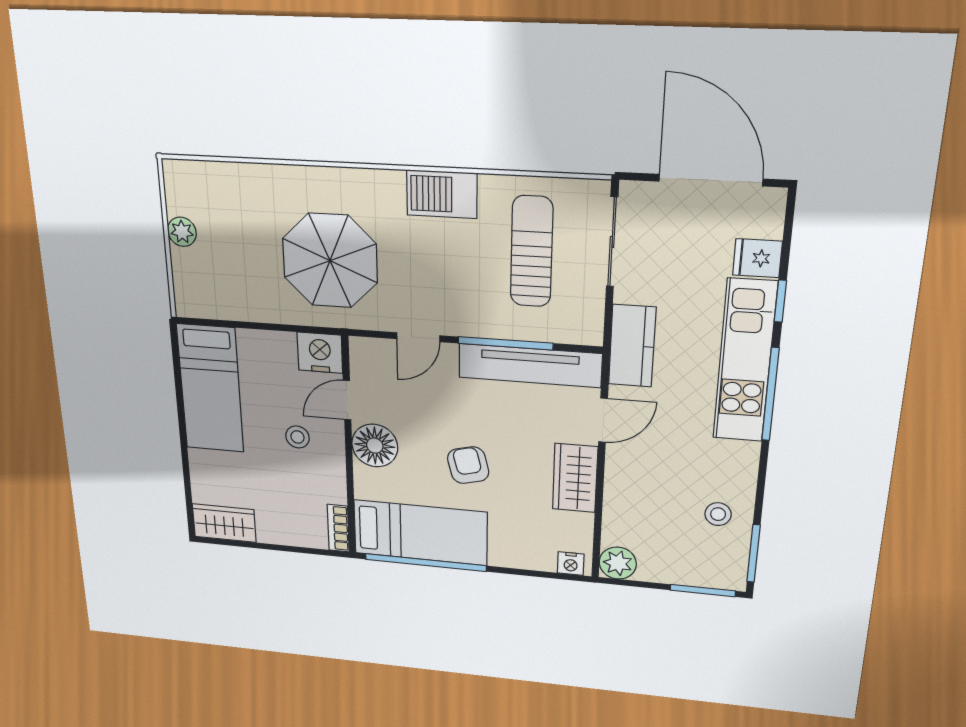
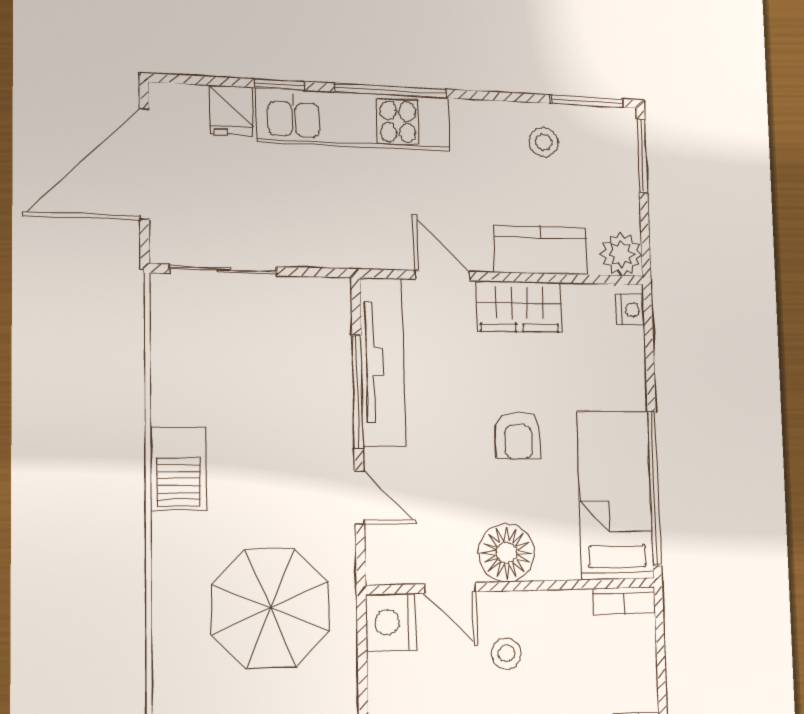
sun lounger: (532, 252) -> (242, 362), removed
kitchen counter: (632, 346) -> (541, 250), moved
armchair: (468, 465) -> (518, 435), turned -76

